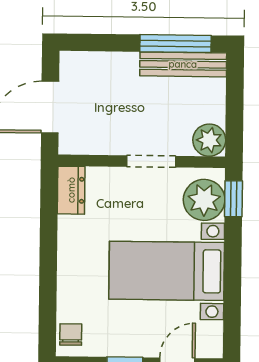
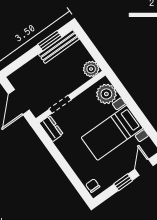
window: (175, 44) -> (50, 41), width x0.69
doorway: (151, 161) -> (60, 104), moved
window: (233, 199) -> (118, 85), removed

